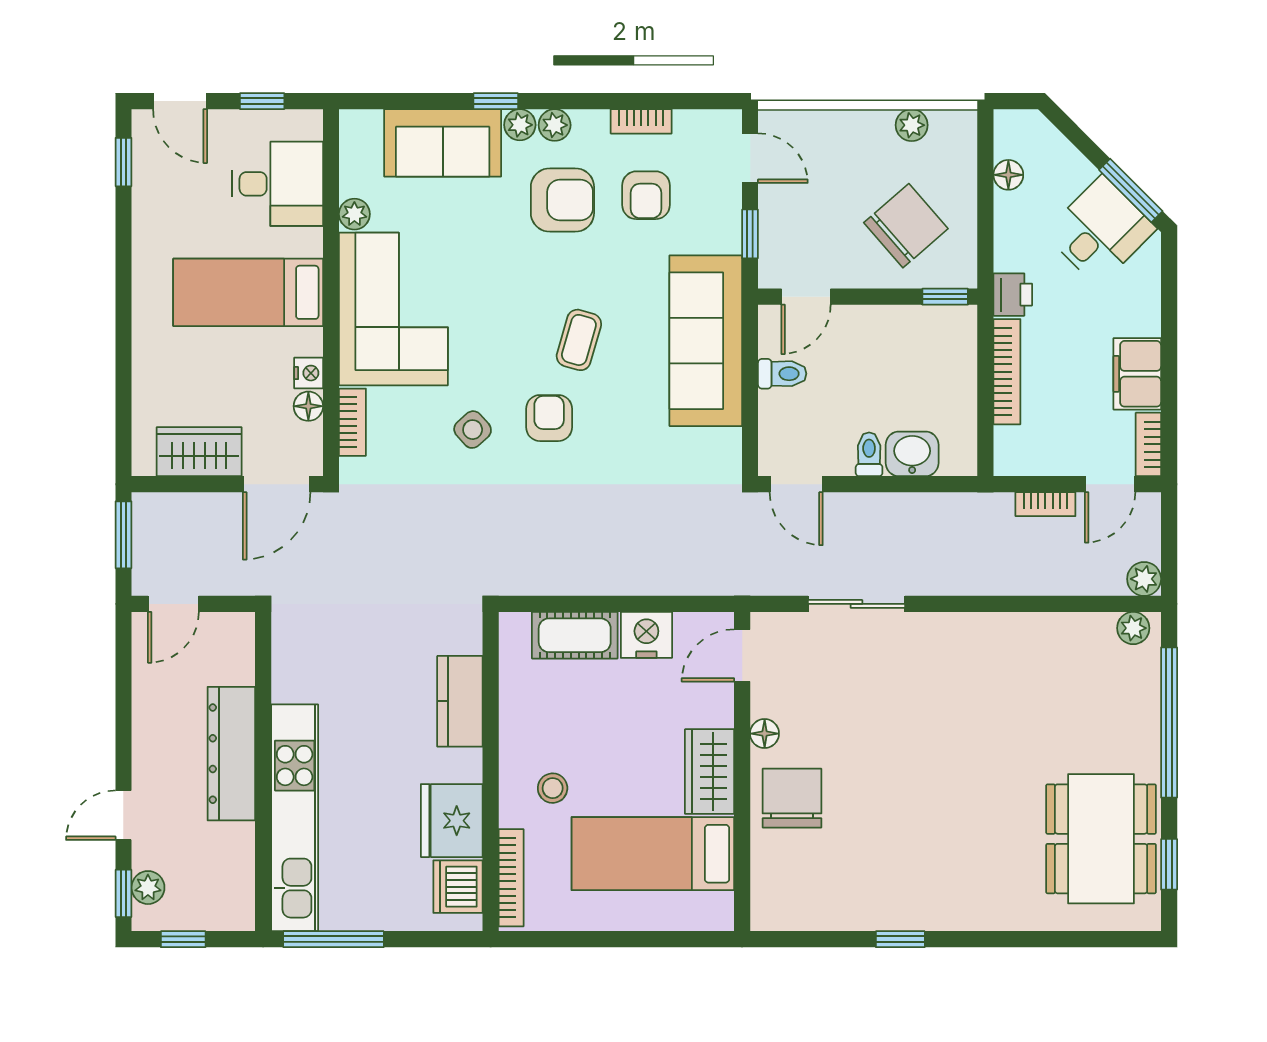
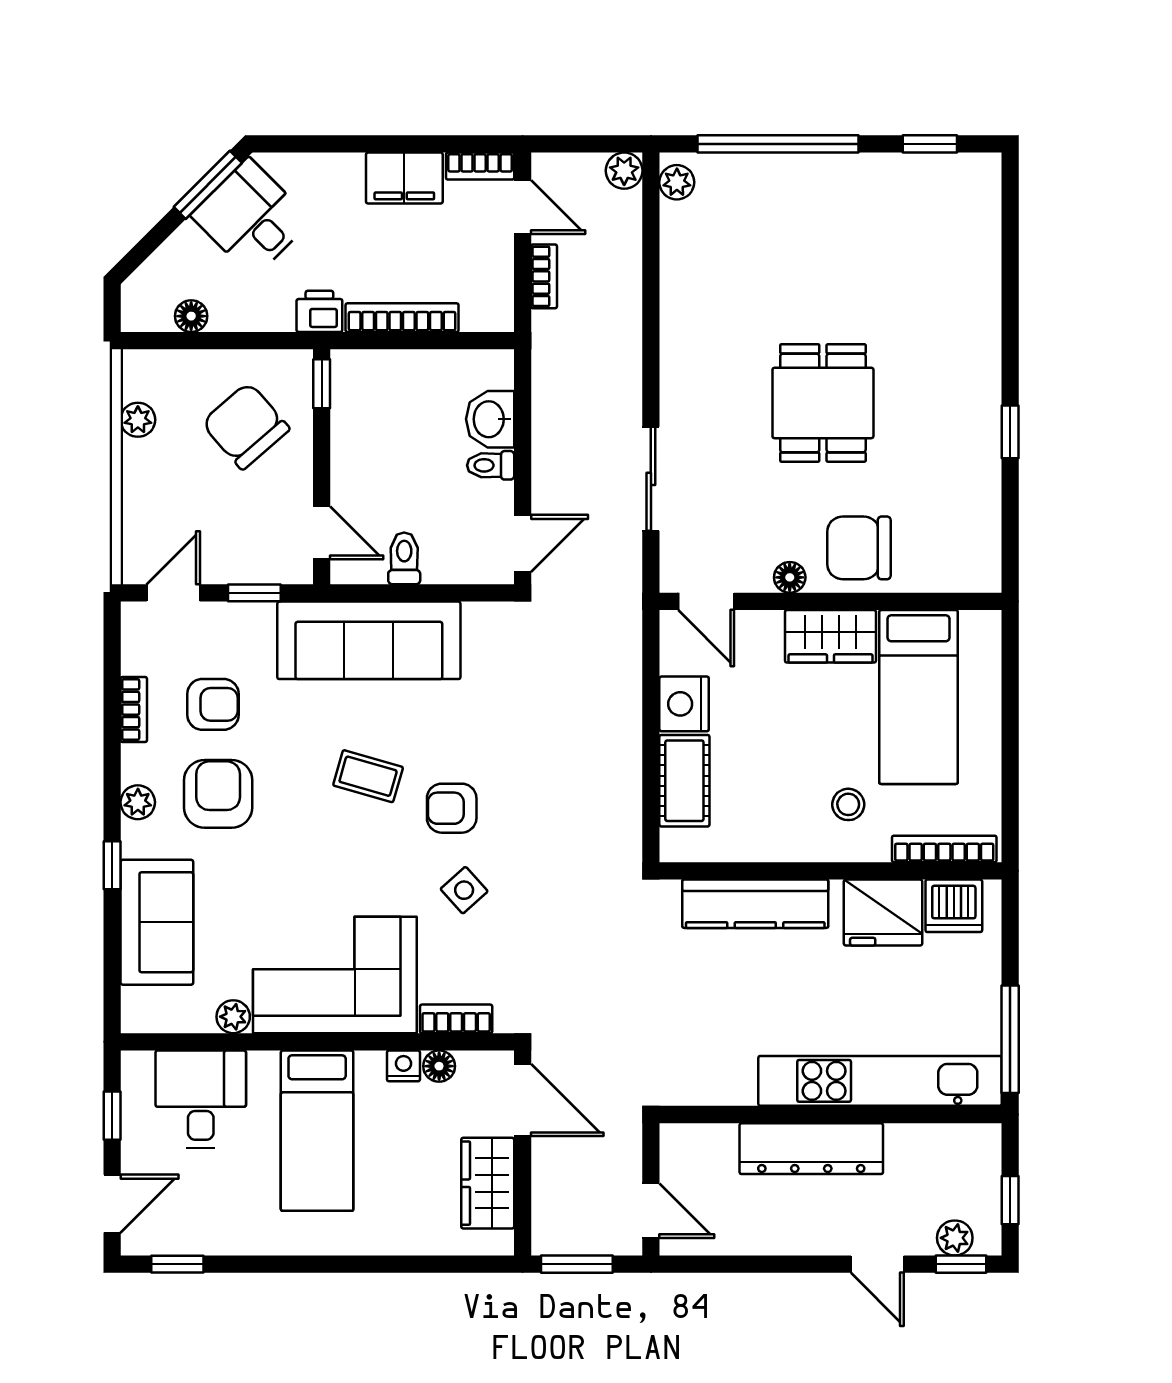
plant: (520, 125) -> (137, 840), removed
kitchen counter: (460, 701) -> (755, 904), width x1.50
dining table: (1101, 839) -> (823, 403), moved, width x0.73

